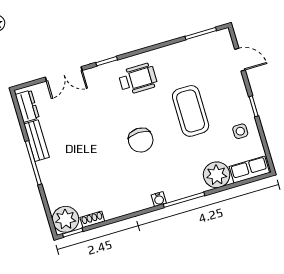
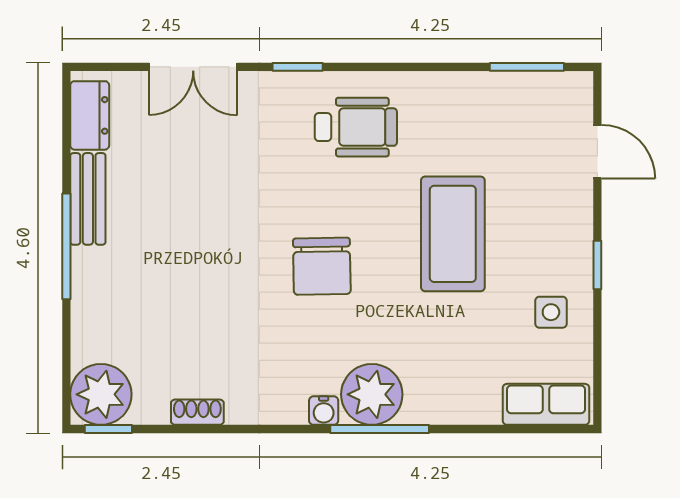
plant: (217, 175) -> (372, 394), moved
shoe rack: (92, 219) -> (197, 412), moved

